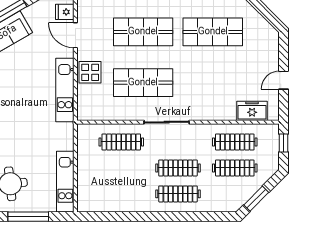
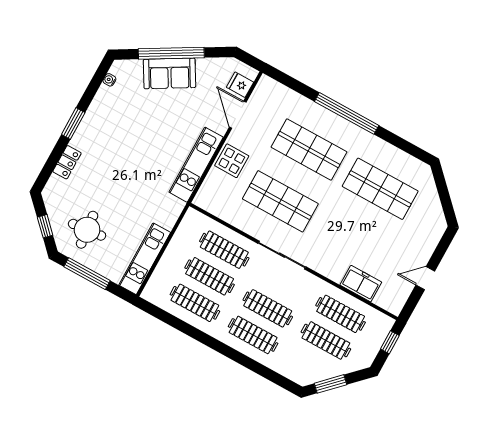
freezer: (252, 111) -> (361, 284), moved
clothes rail: (121, 168) -> (210, 276), added
clothes rail: (121, 194) -> (195, 303), added

